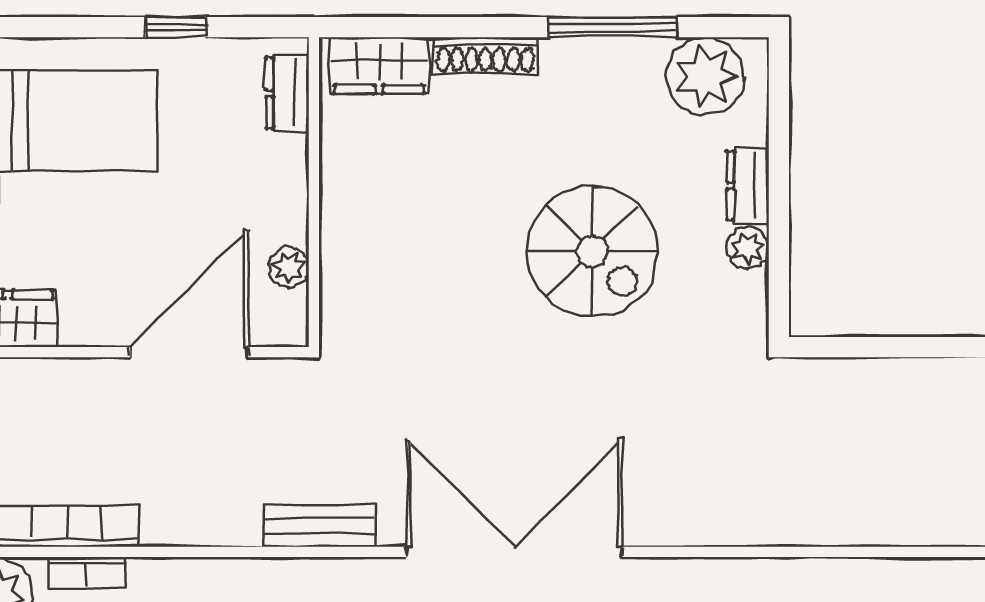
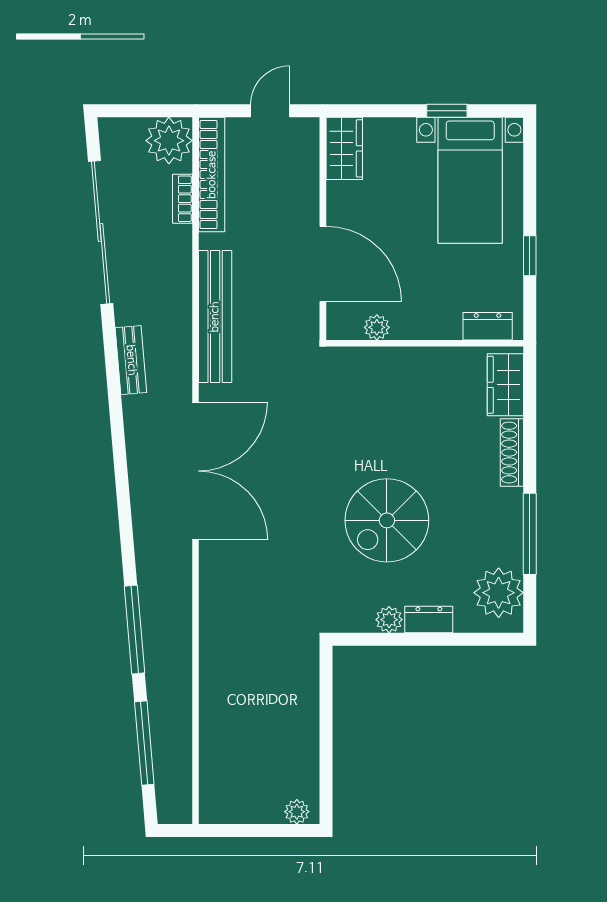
bench: (320, 526) -> (215, 317), width x1.86, depth x1.21

